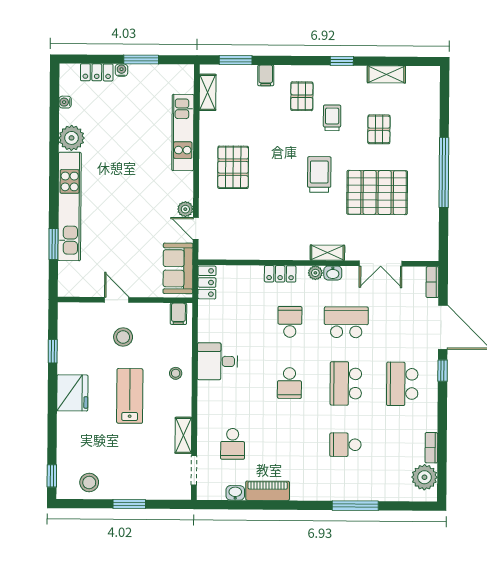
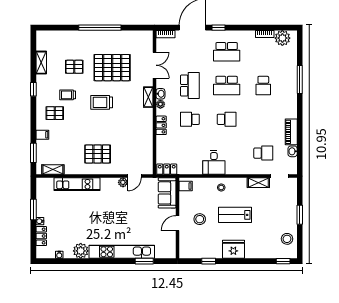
pallet: (377, 192) -> (112, 68), turned 90
sofa: (178, 268) -> (167, 193), moved, turned 90
school desk: (346, 322) -> (190, 86), turned 180

